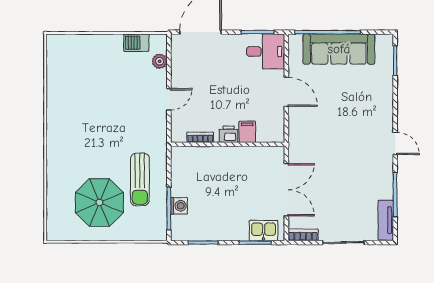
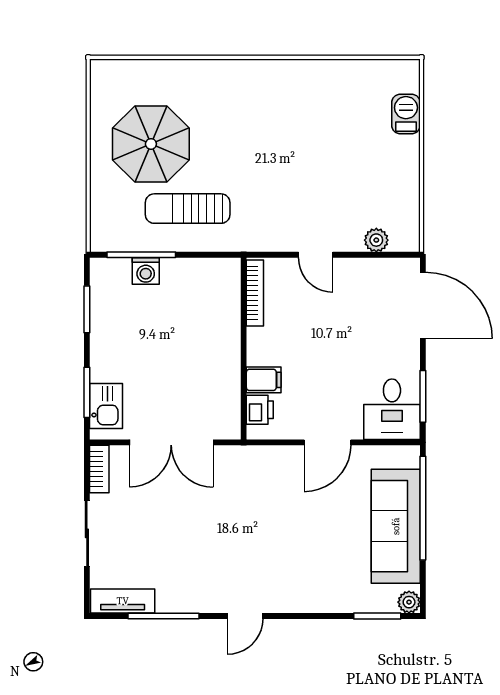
plant: (386, 41) -> (409, 602), added
barbecue: (136, 43) -> (406, 114), moved
printer: (228, 134) -> (260, 410), moved
bookcase: (200, 137) -> (255, 293), width x1.56

